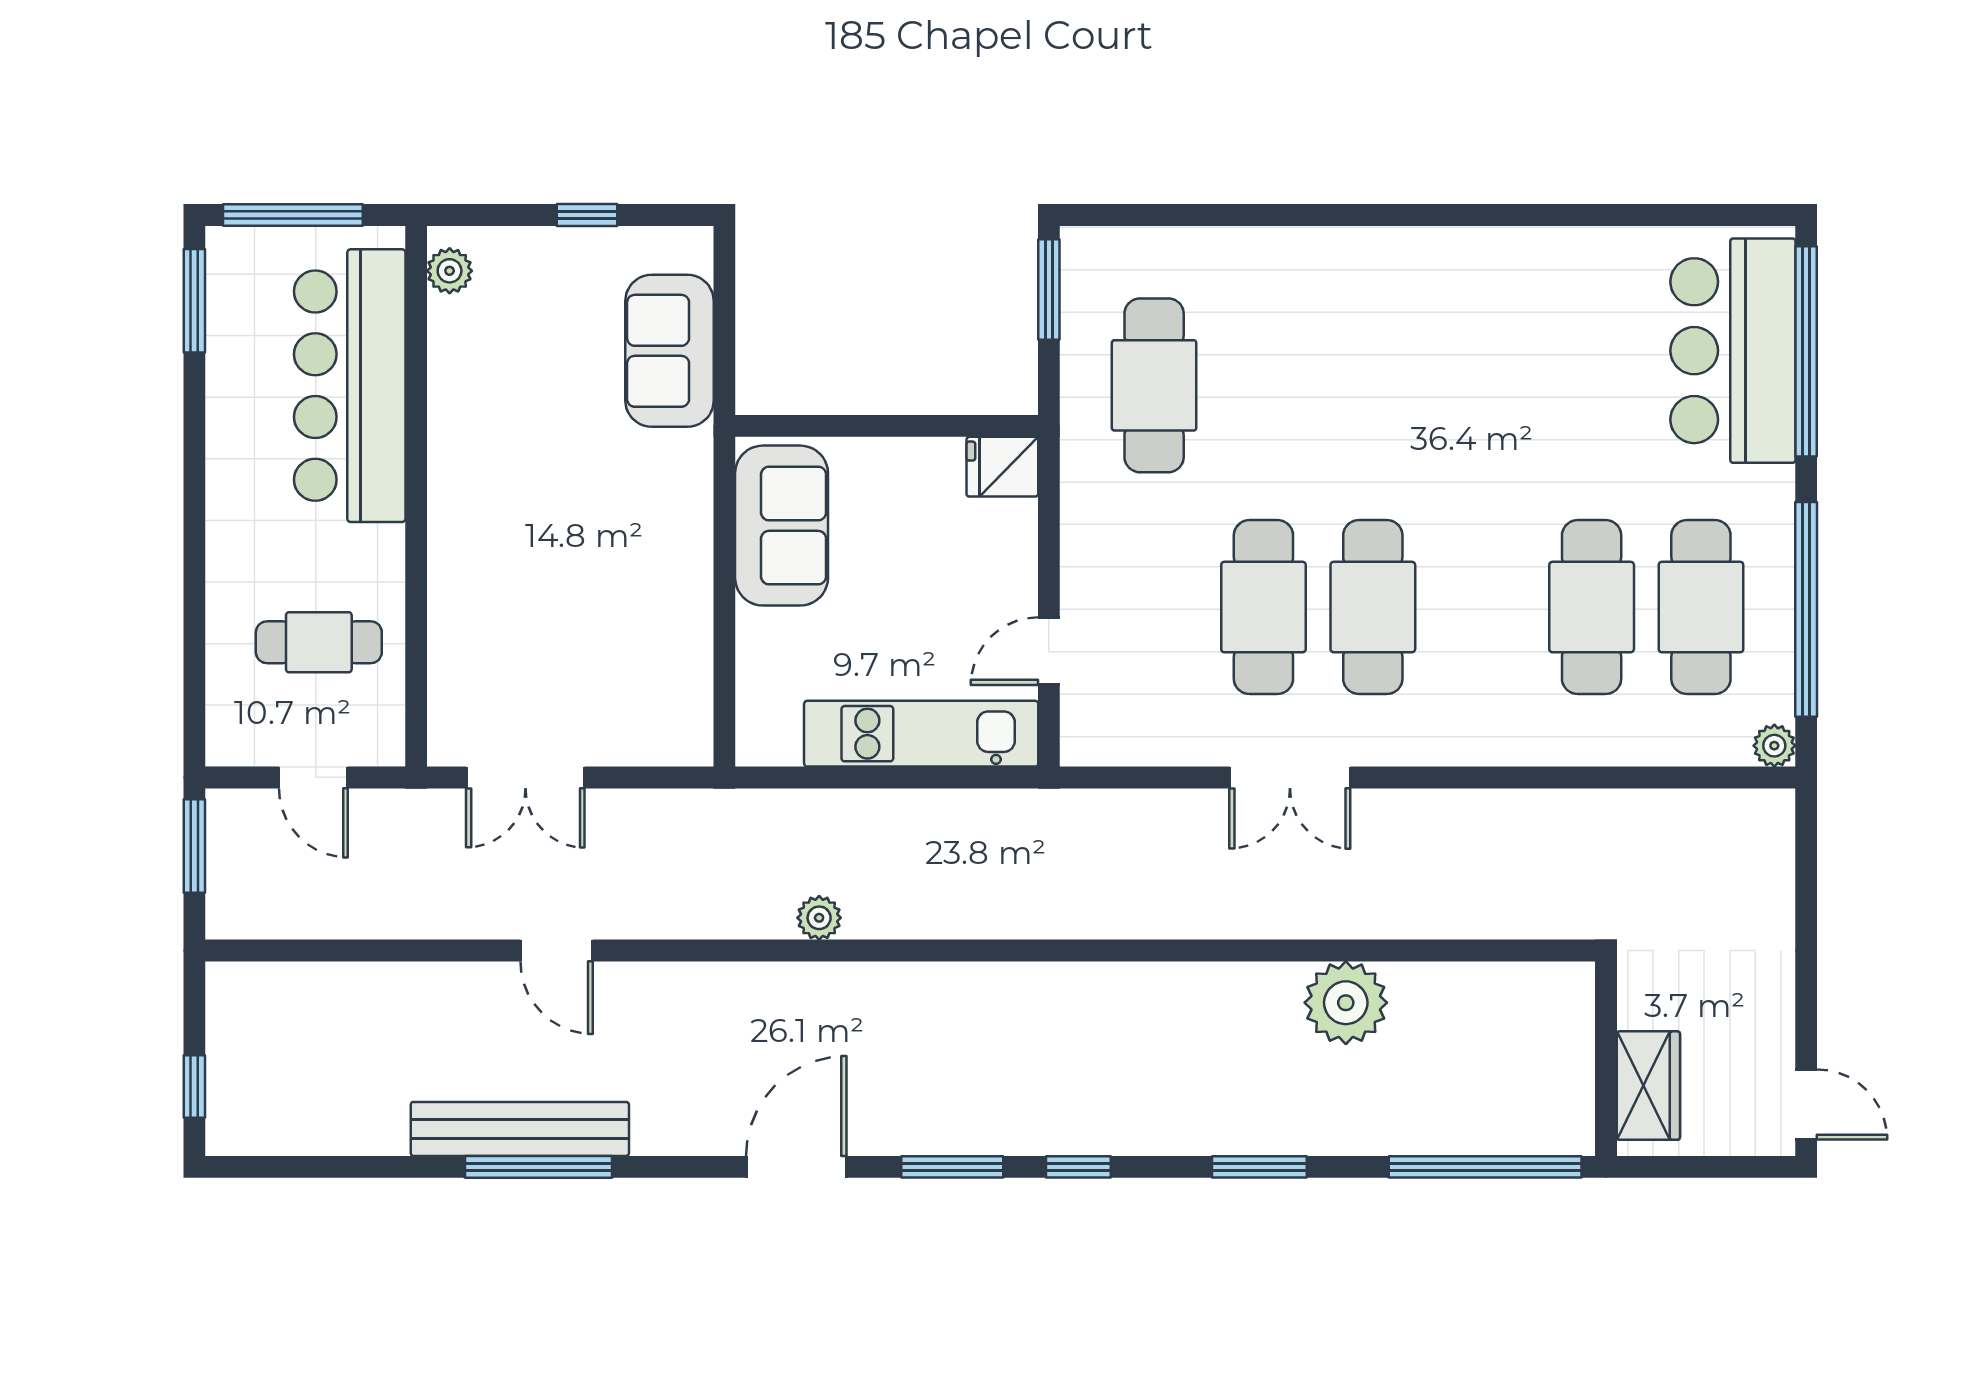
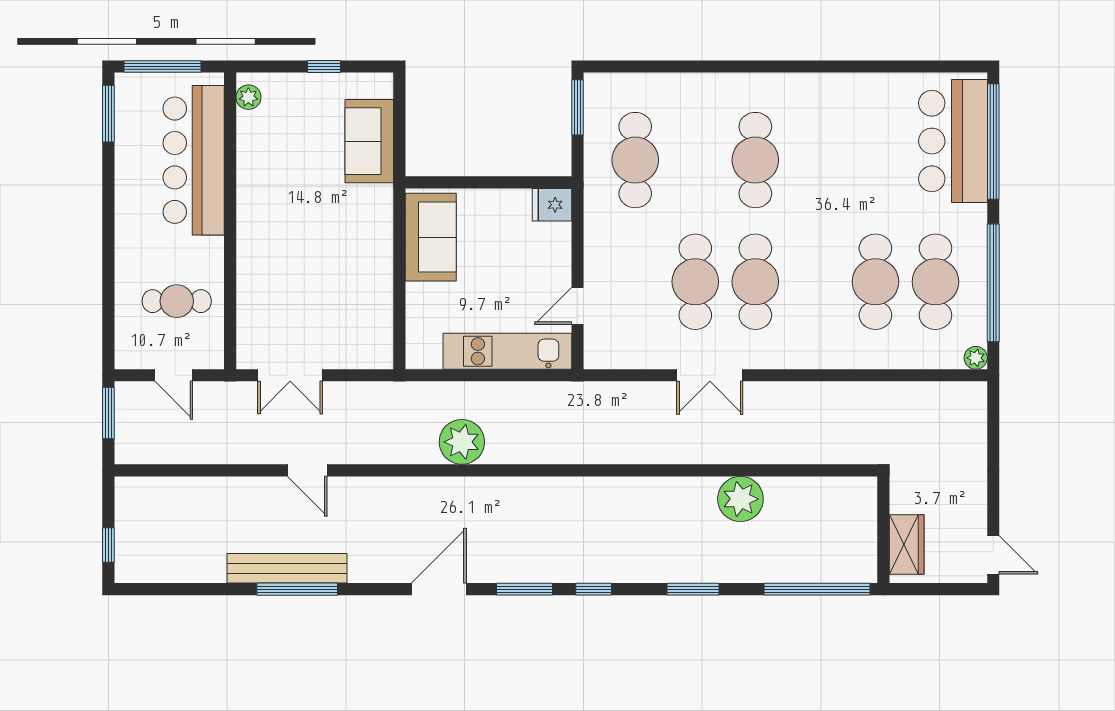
cafe table: (1373, 385) -> (755, 160), added
plant: (819, 918) -> (462, 442), width x1.87, depth x1.87

